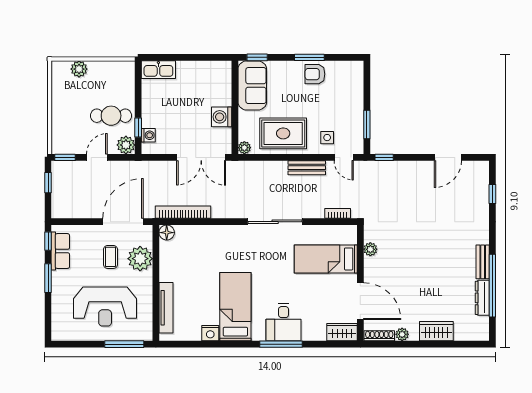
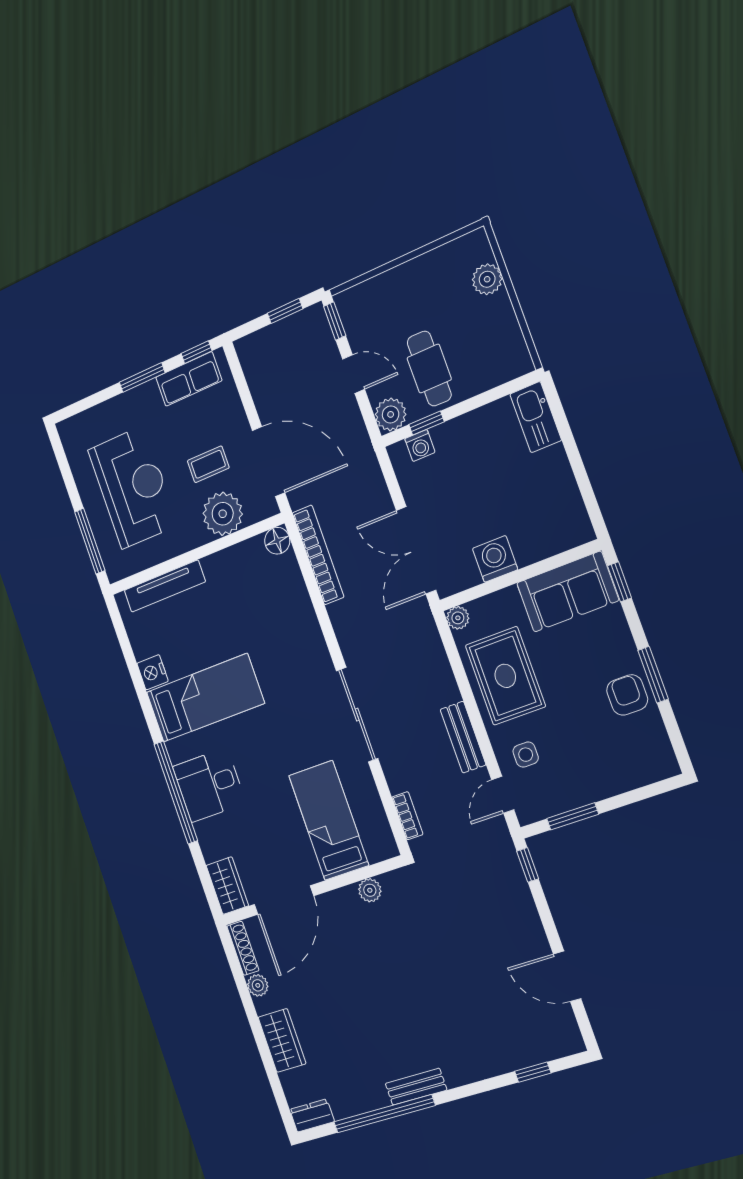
dresser: (482, 298) -> (312, 1115), moved, width x0.70
reception desk: (105, 307) -> (133, 487), turned 180
window: (281, 344) -> (176, 792), width x1.46

